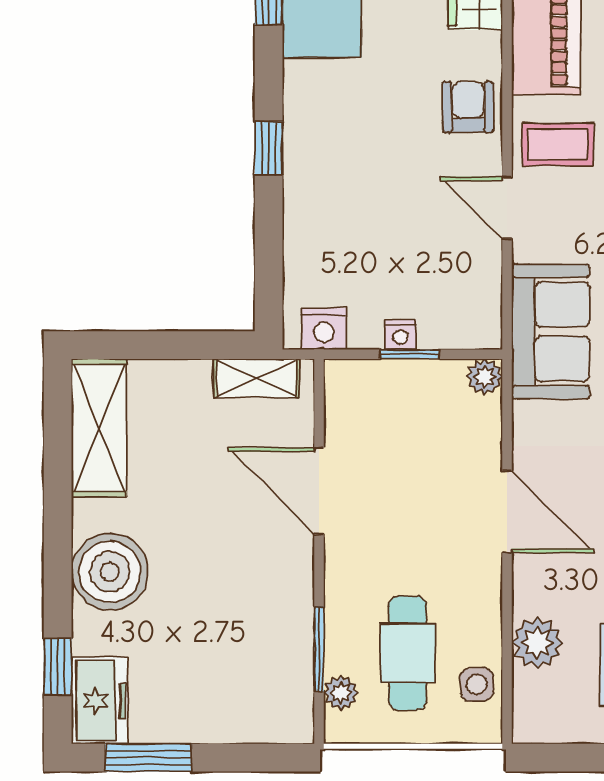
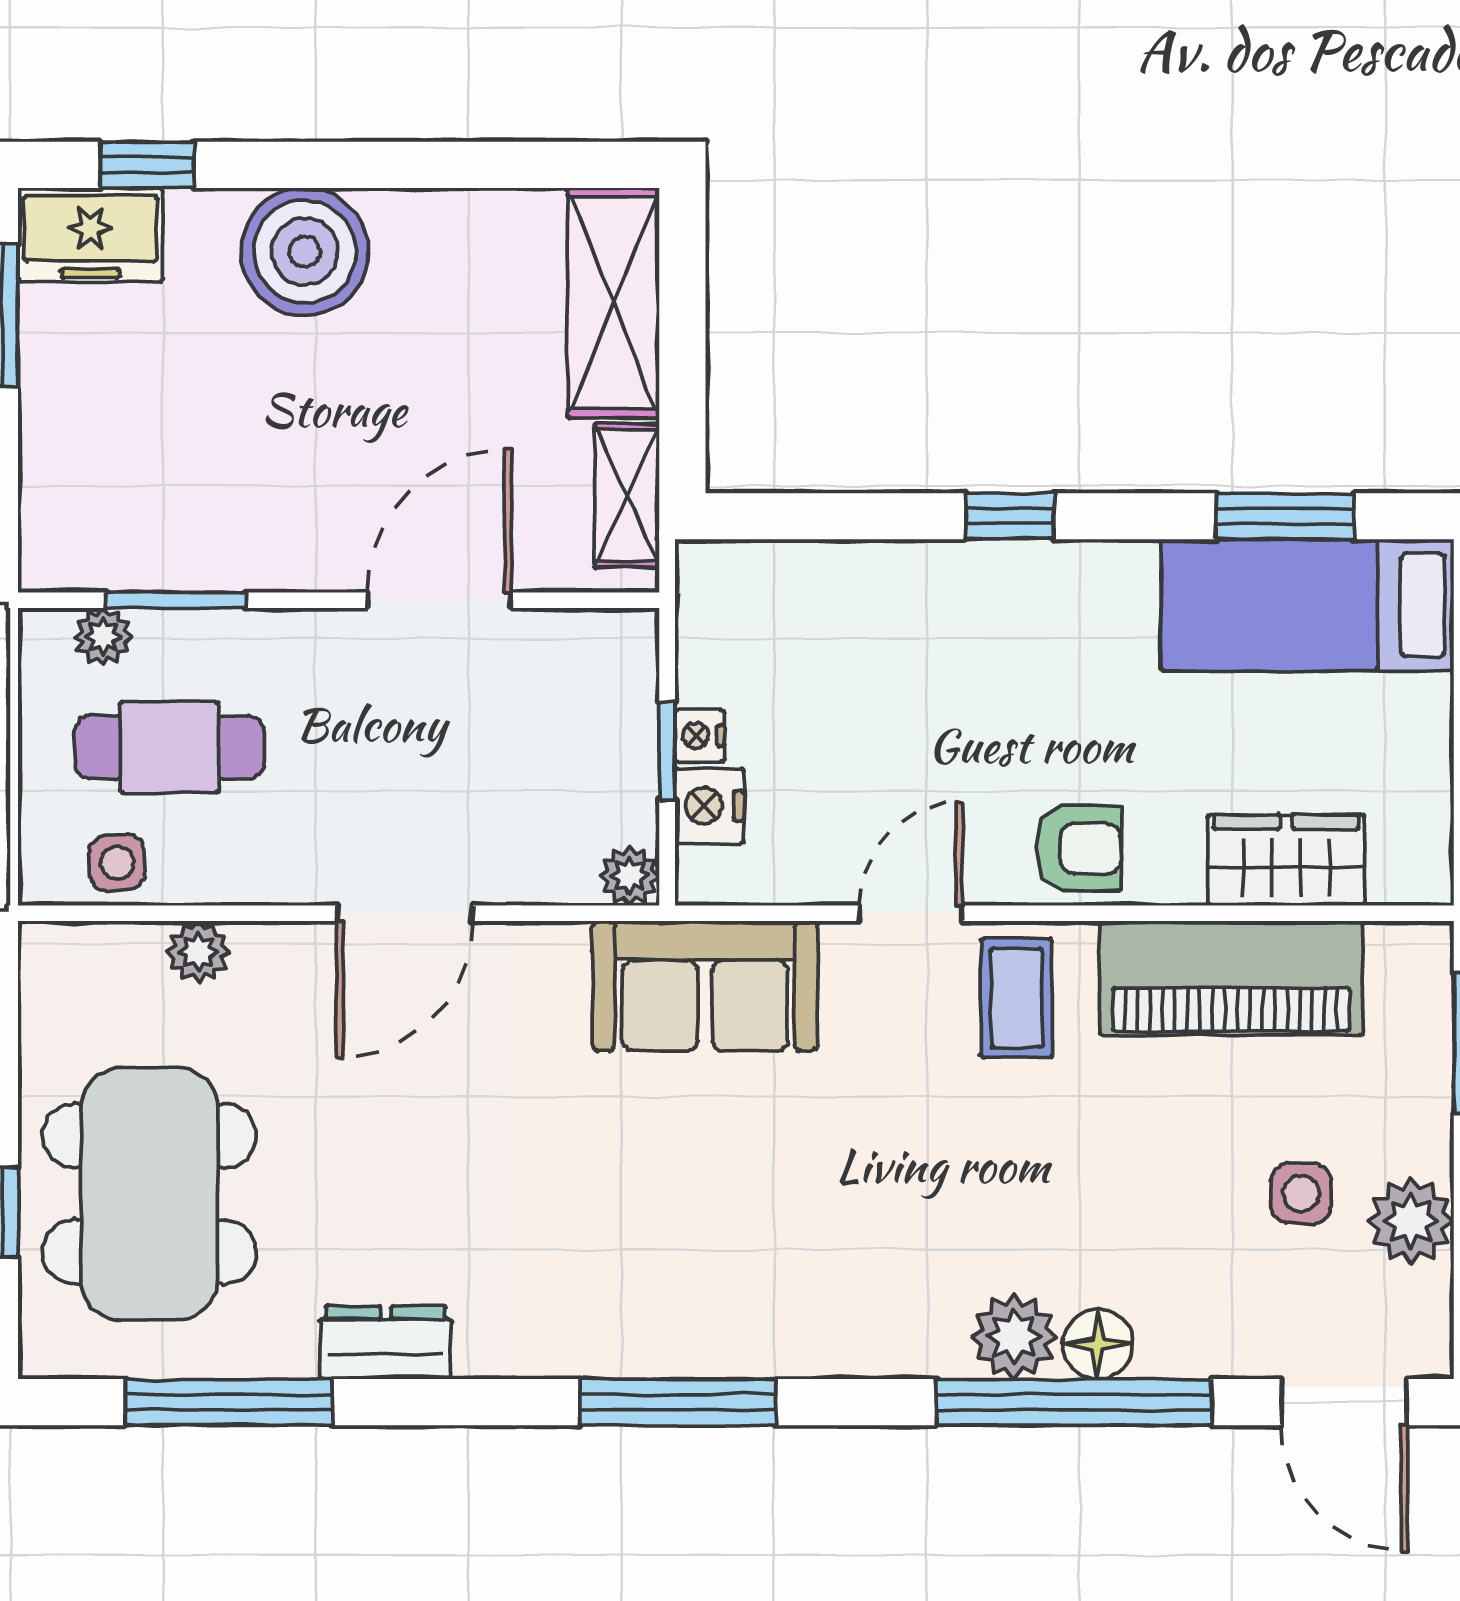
nightstand: (324, 329) -> (709, 806), moved
shelving: (99, 428) -> (613, 303), moved, turned 90
plant: (537, 643) -> (198, 952), width x0.73, depth x0.73

